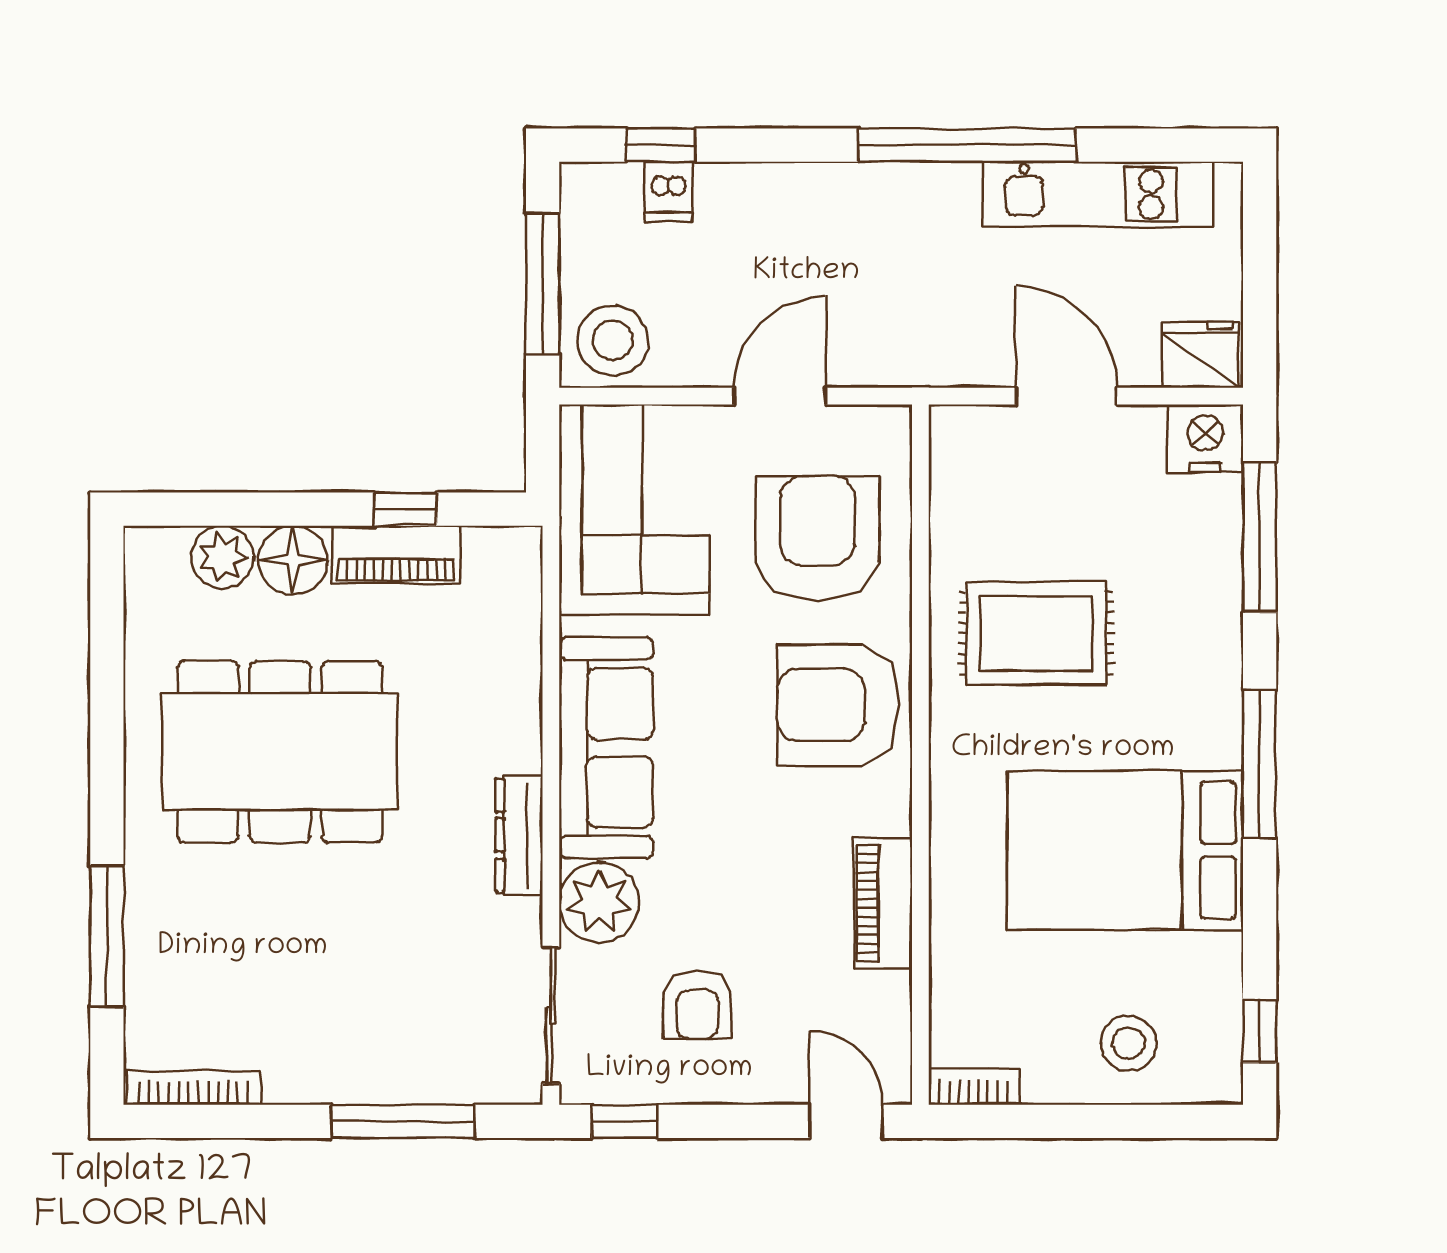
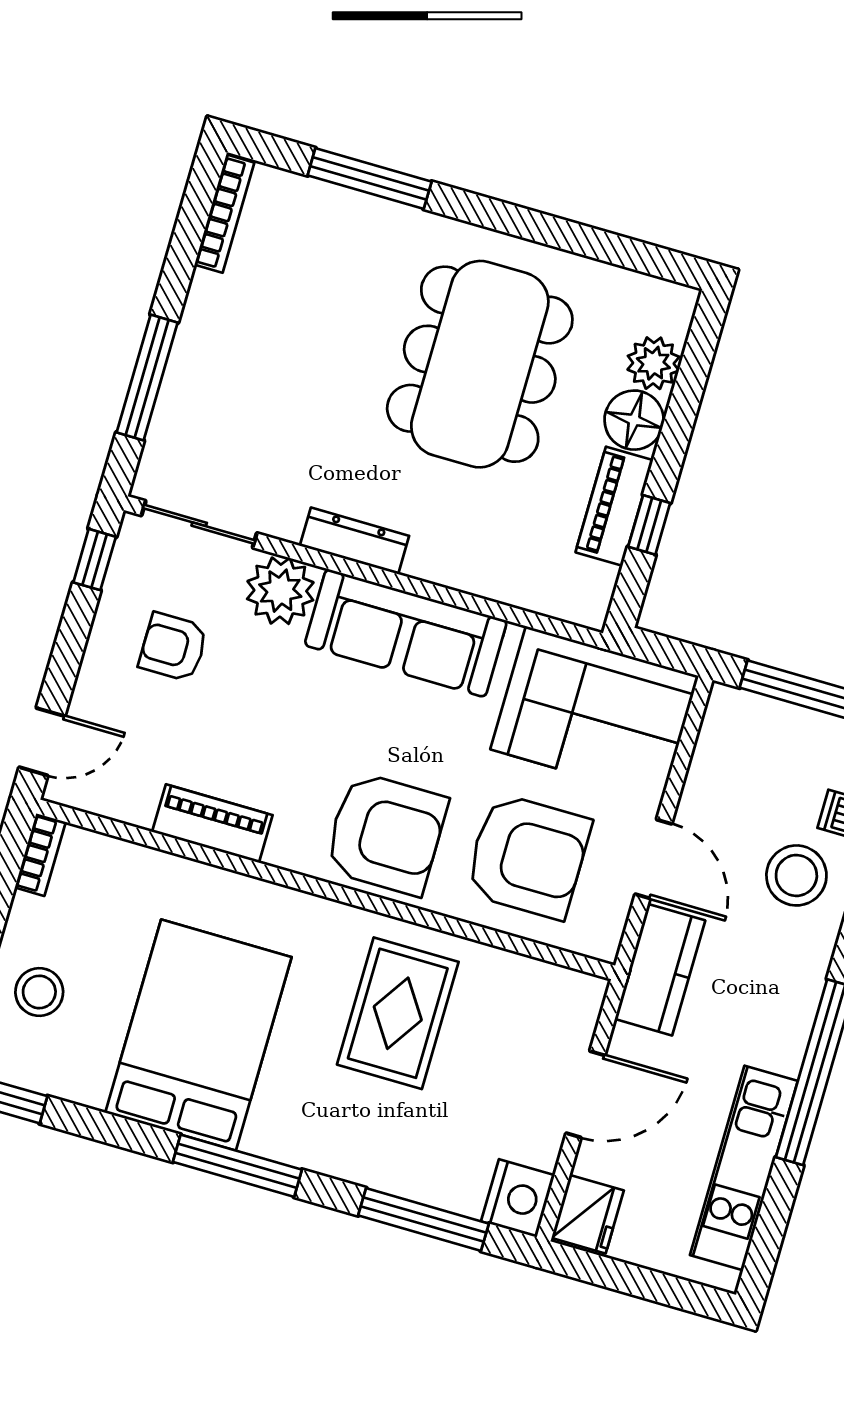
stool: (613, 340) -> (796, 875), moved
kitchen counter: (902, 353) -> (660, 970), added
armchair: (838, 705) -> (386, 834), turned 90

